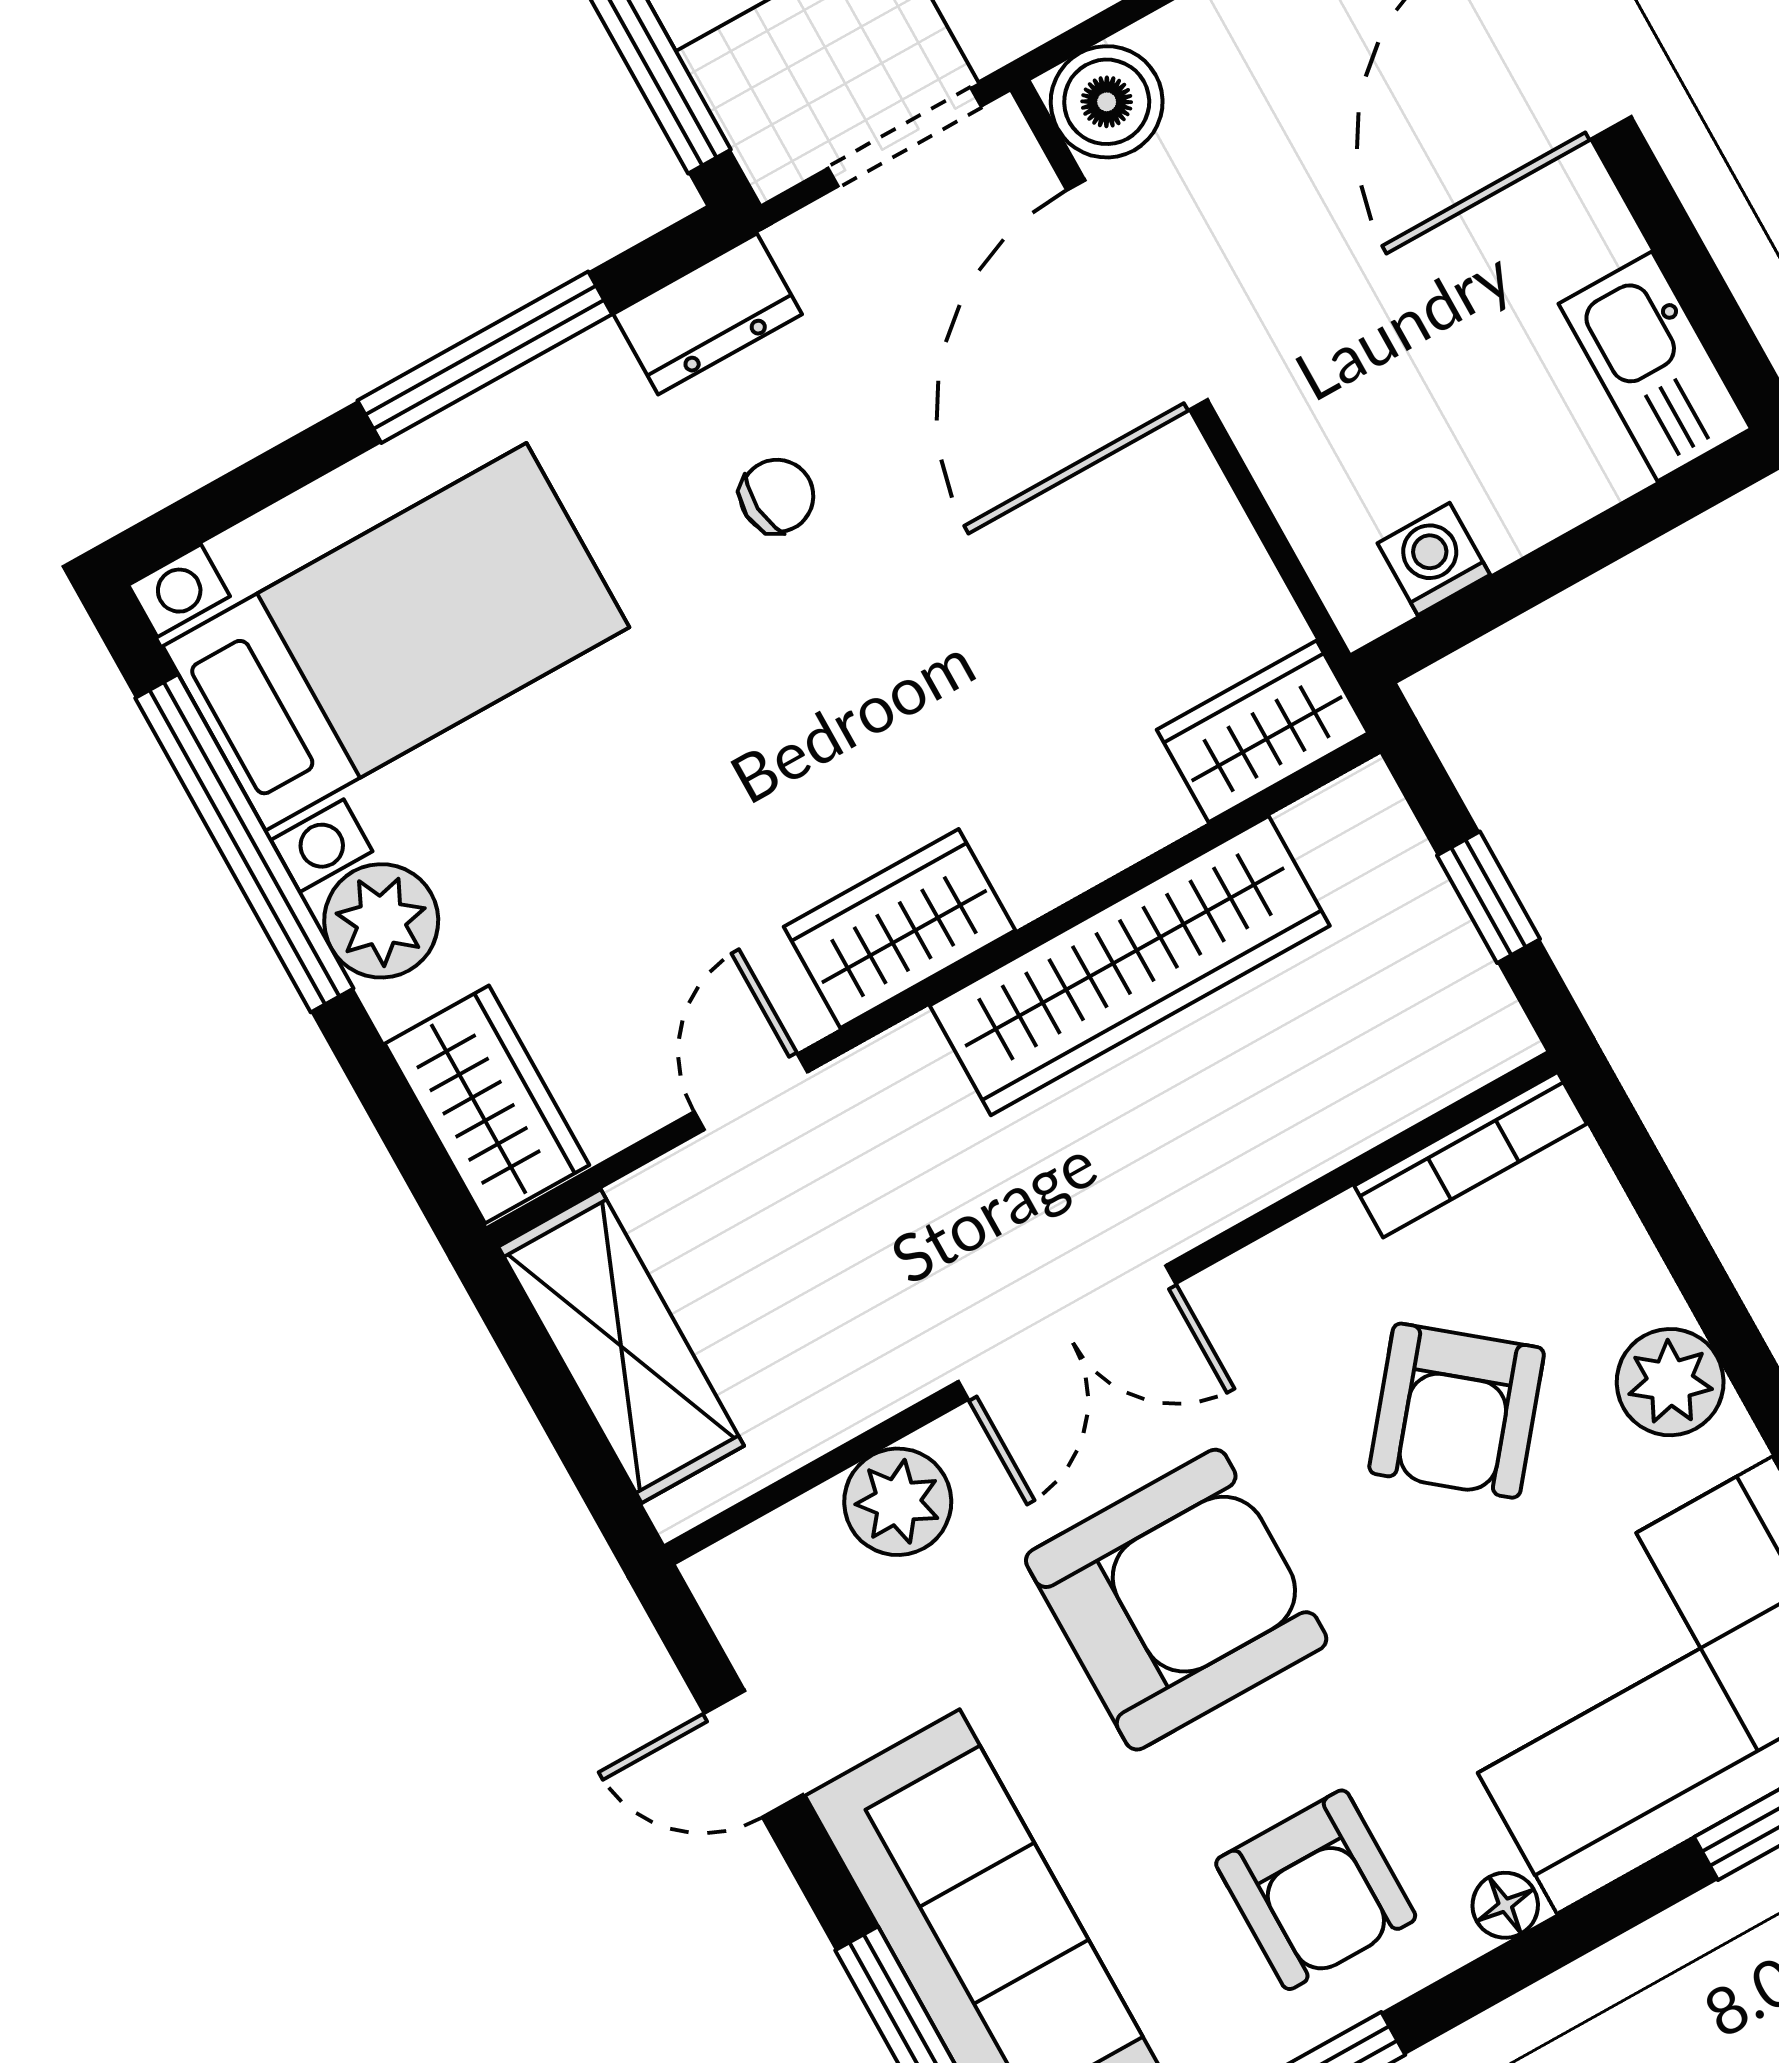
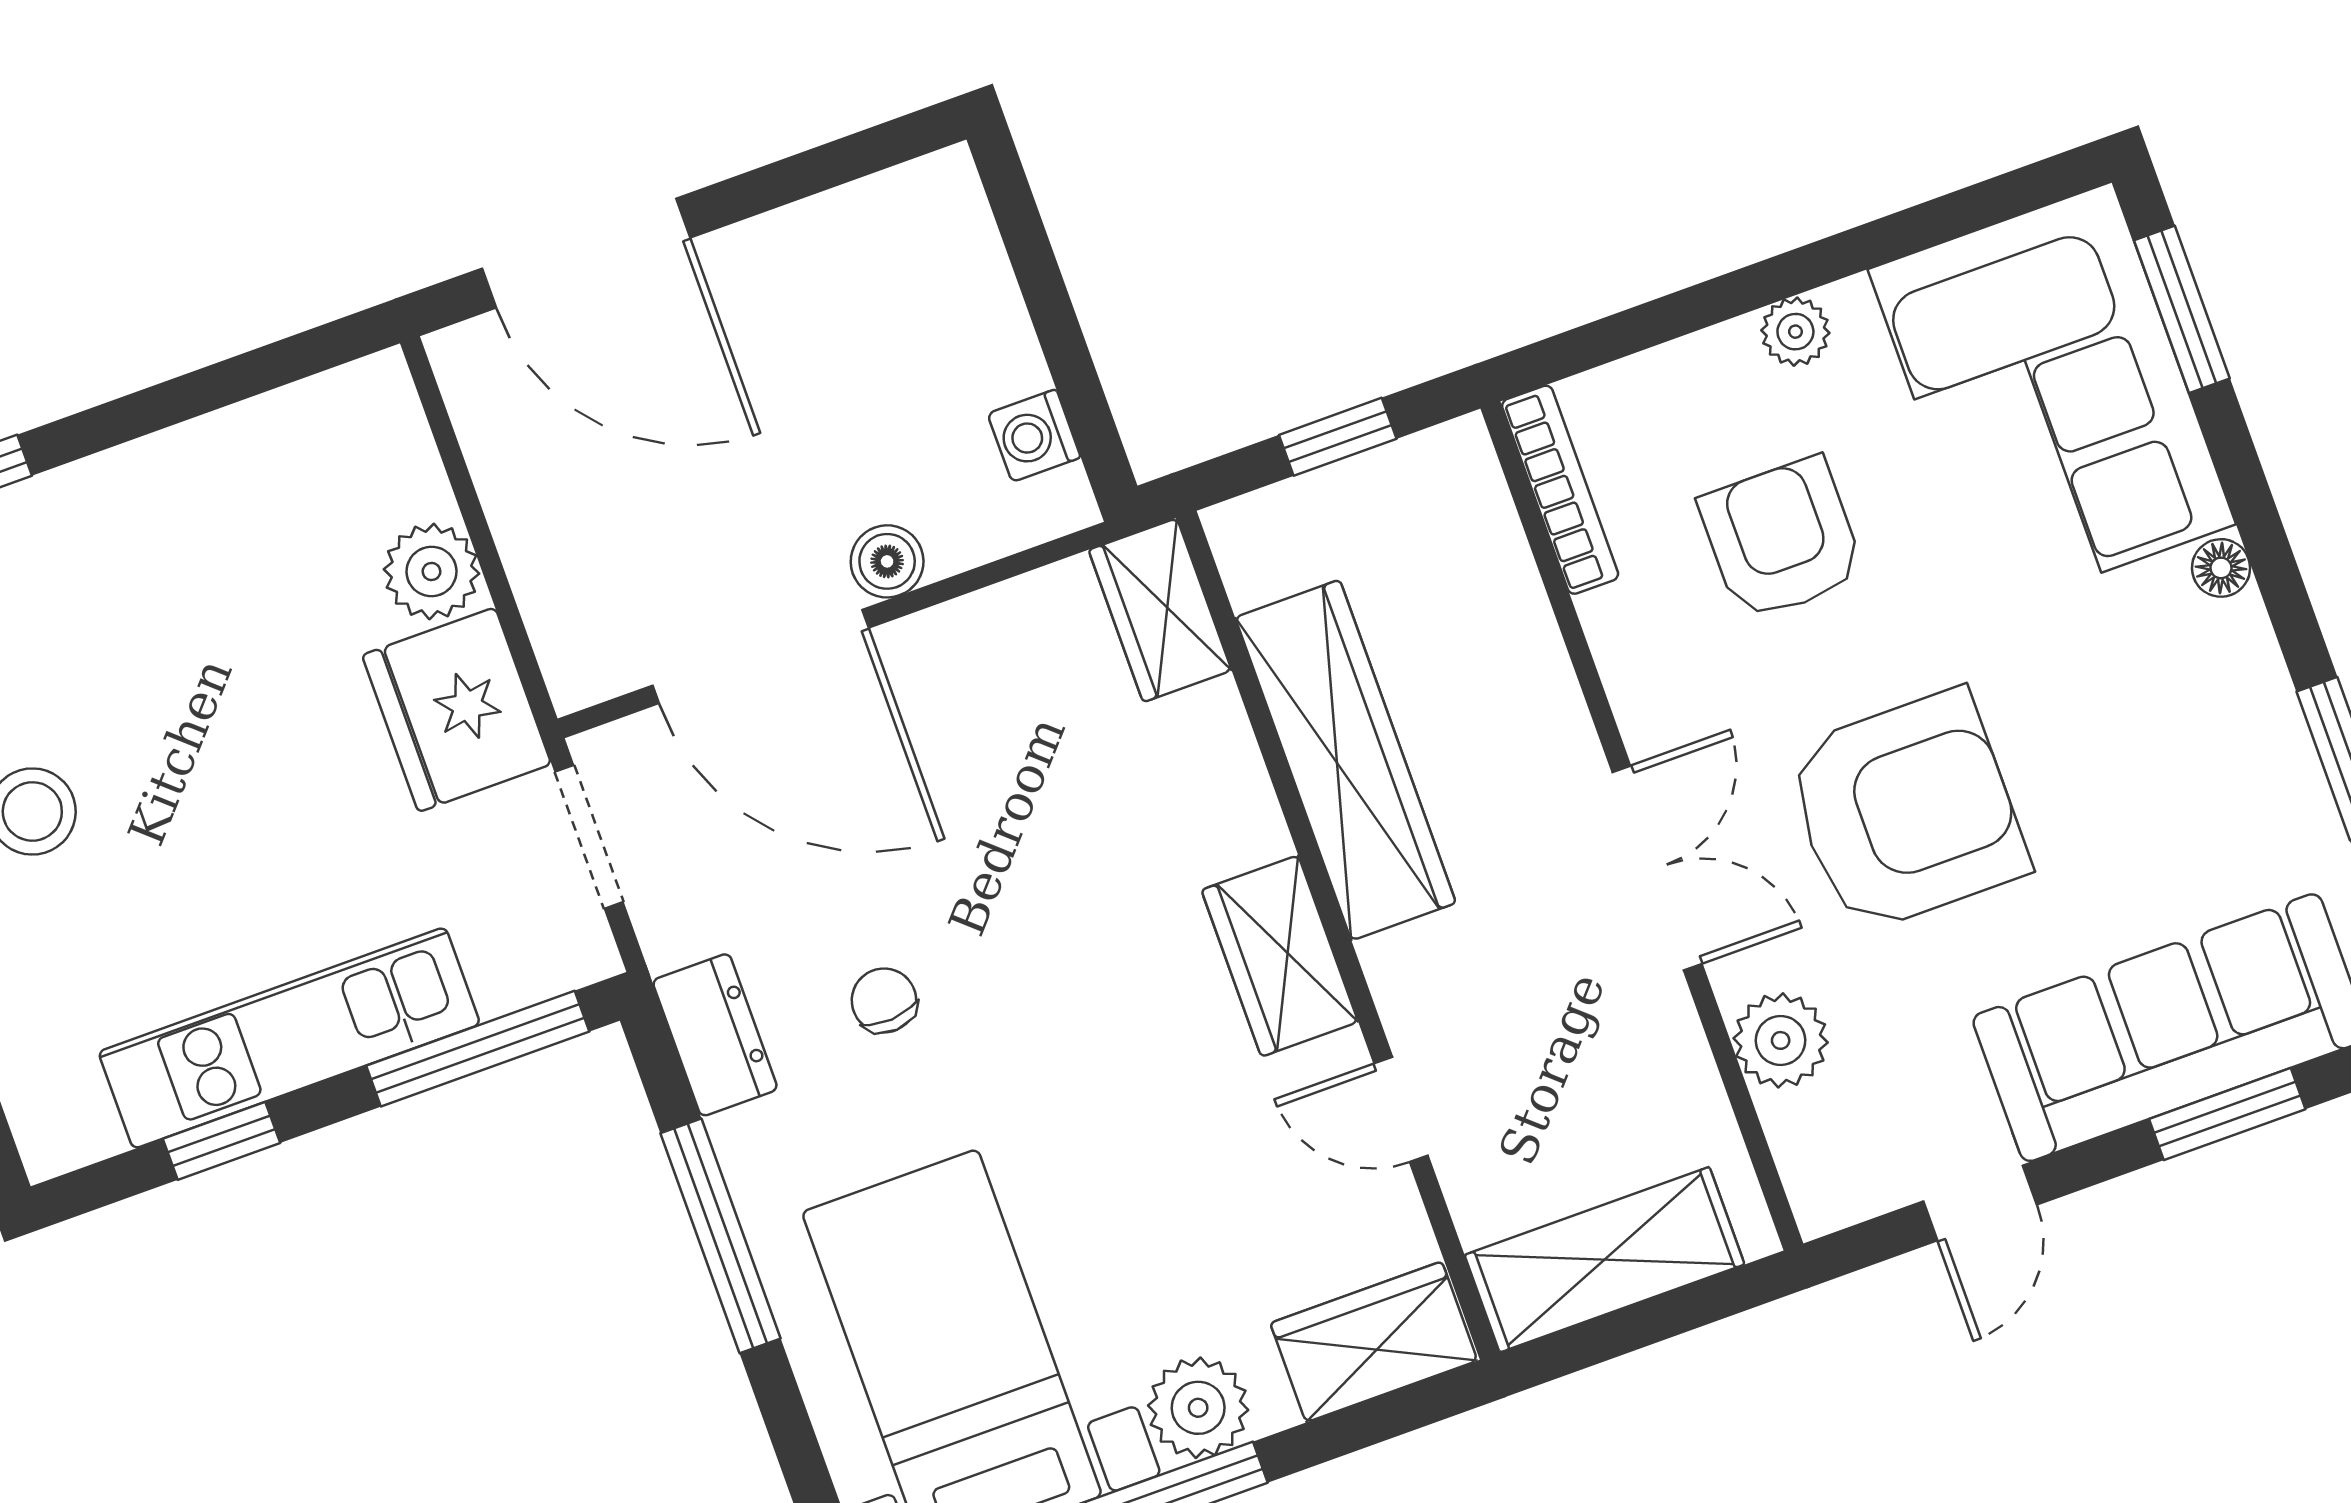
boiler: (1107, 102) -> (887, 561), moved, width x0.73, depth x0.73
kitchen sink: (1655, 366) -> (898, 215), removed
plant: (1670, 1382) -> (1795, 332), width x0.73, depth x0.73
armchair: (1457, 1411) -> (1782, 539), turned -129
armchair: (1176, 1600) -> (1906, 811), turned 90
armchair: (1316, 1890) -> (2180, 731), removed

